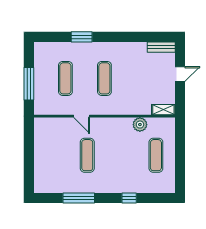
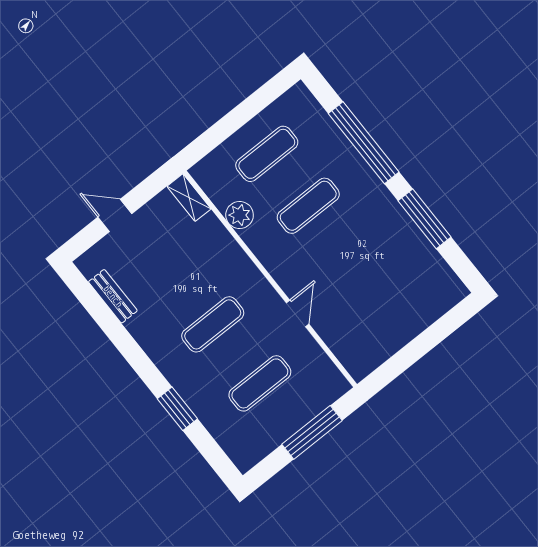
bench: (161, 47) -> (113, 296), moved
exercise mat: (87, 155) -> (308, 206), moved
window: (129, 198) -> (364, 143), width x3.17

